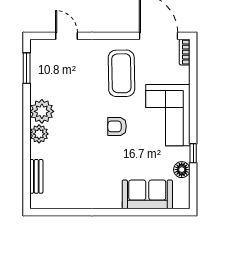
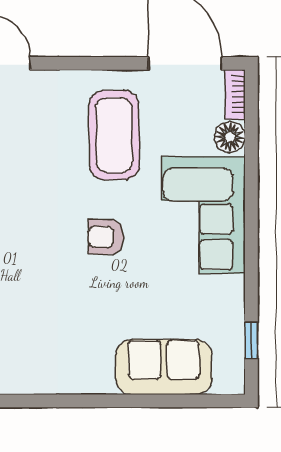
window: (193, 153) -> (251, 341), moved
floor lamp: (182, 170) -> (230, 137), moved

